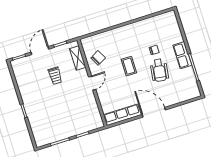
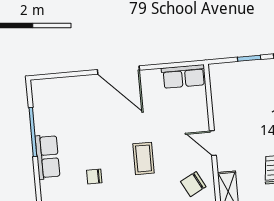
wheelchair: (159, 70) -> (93, 140), removed
door: (92, 83) -> (213, 143), hinge flipped
row of seats: (122, 115) -> (184, 76), width x0.68

